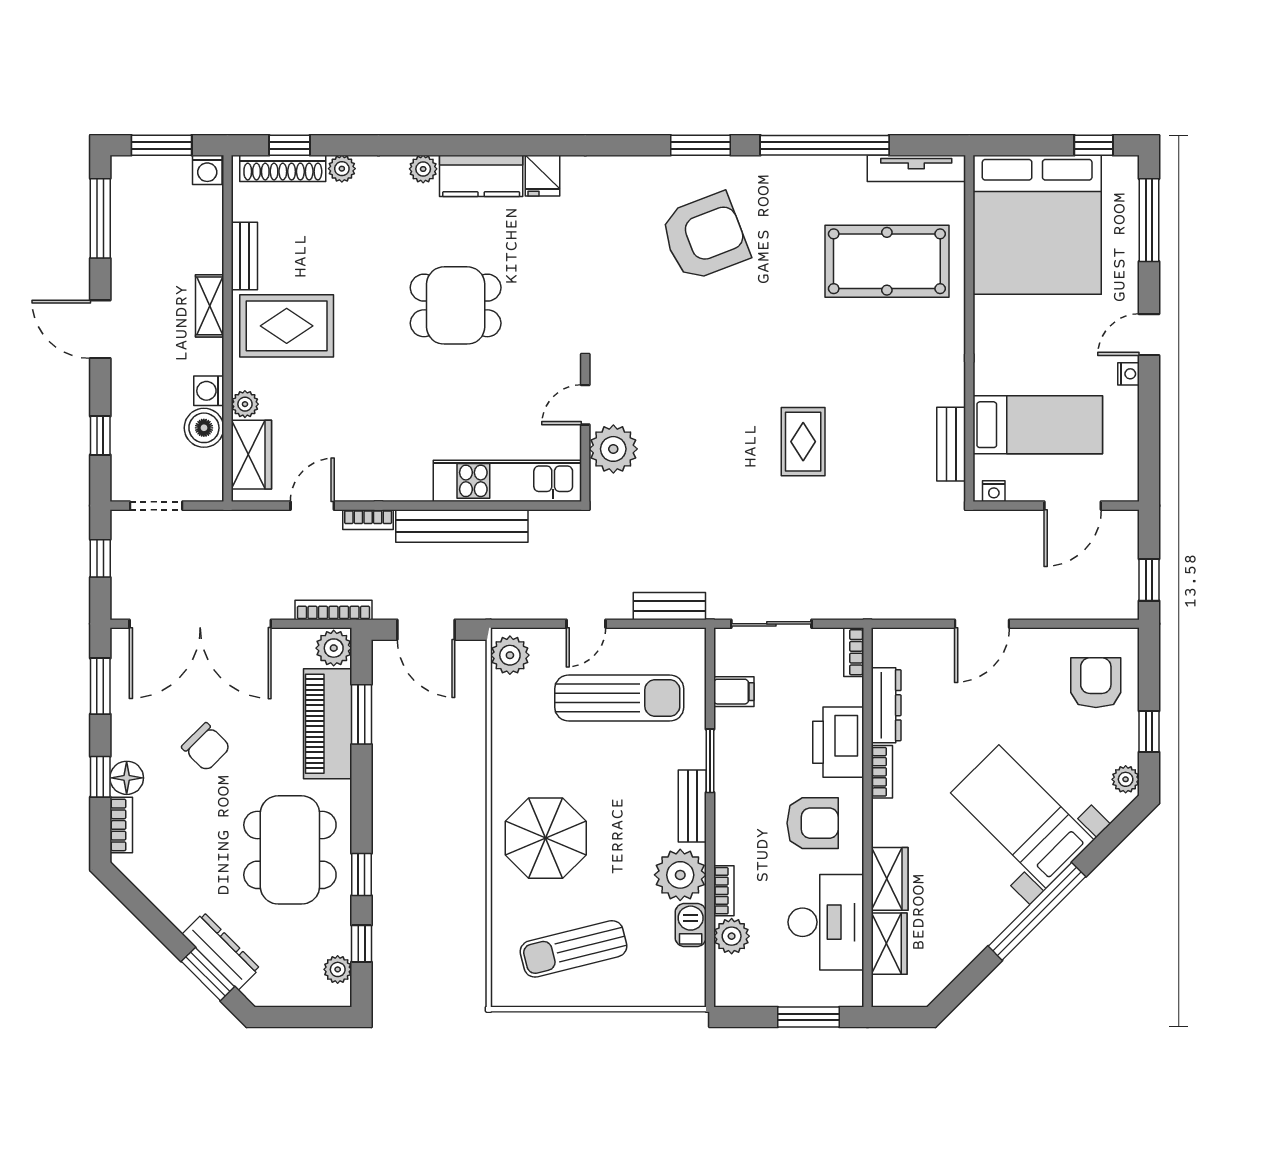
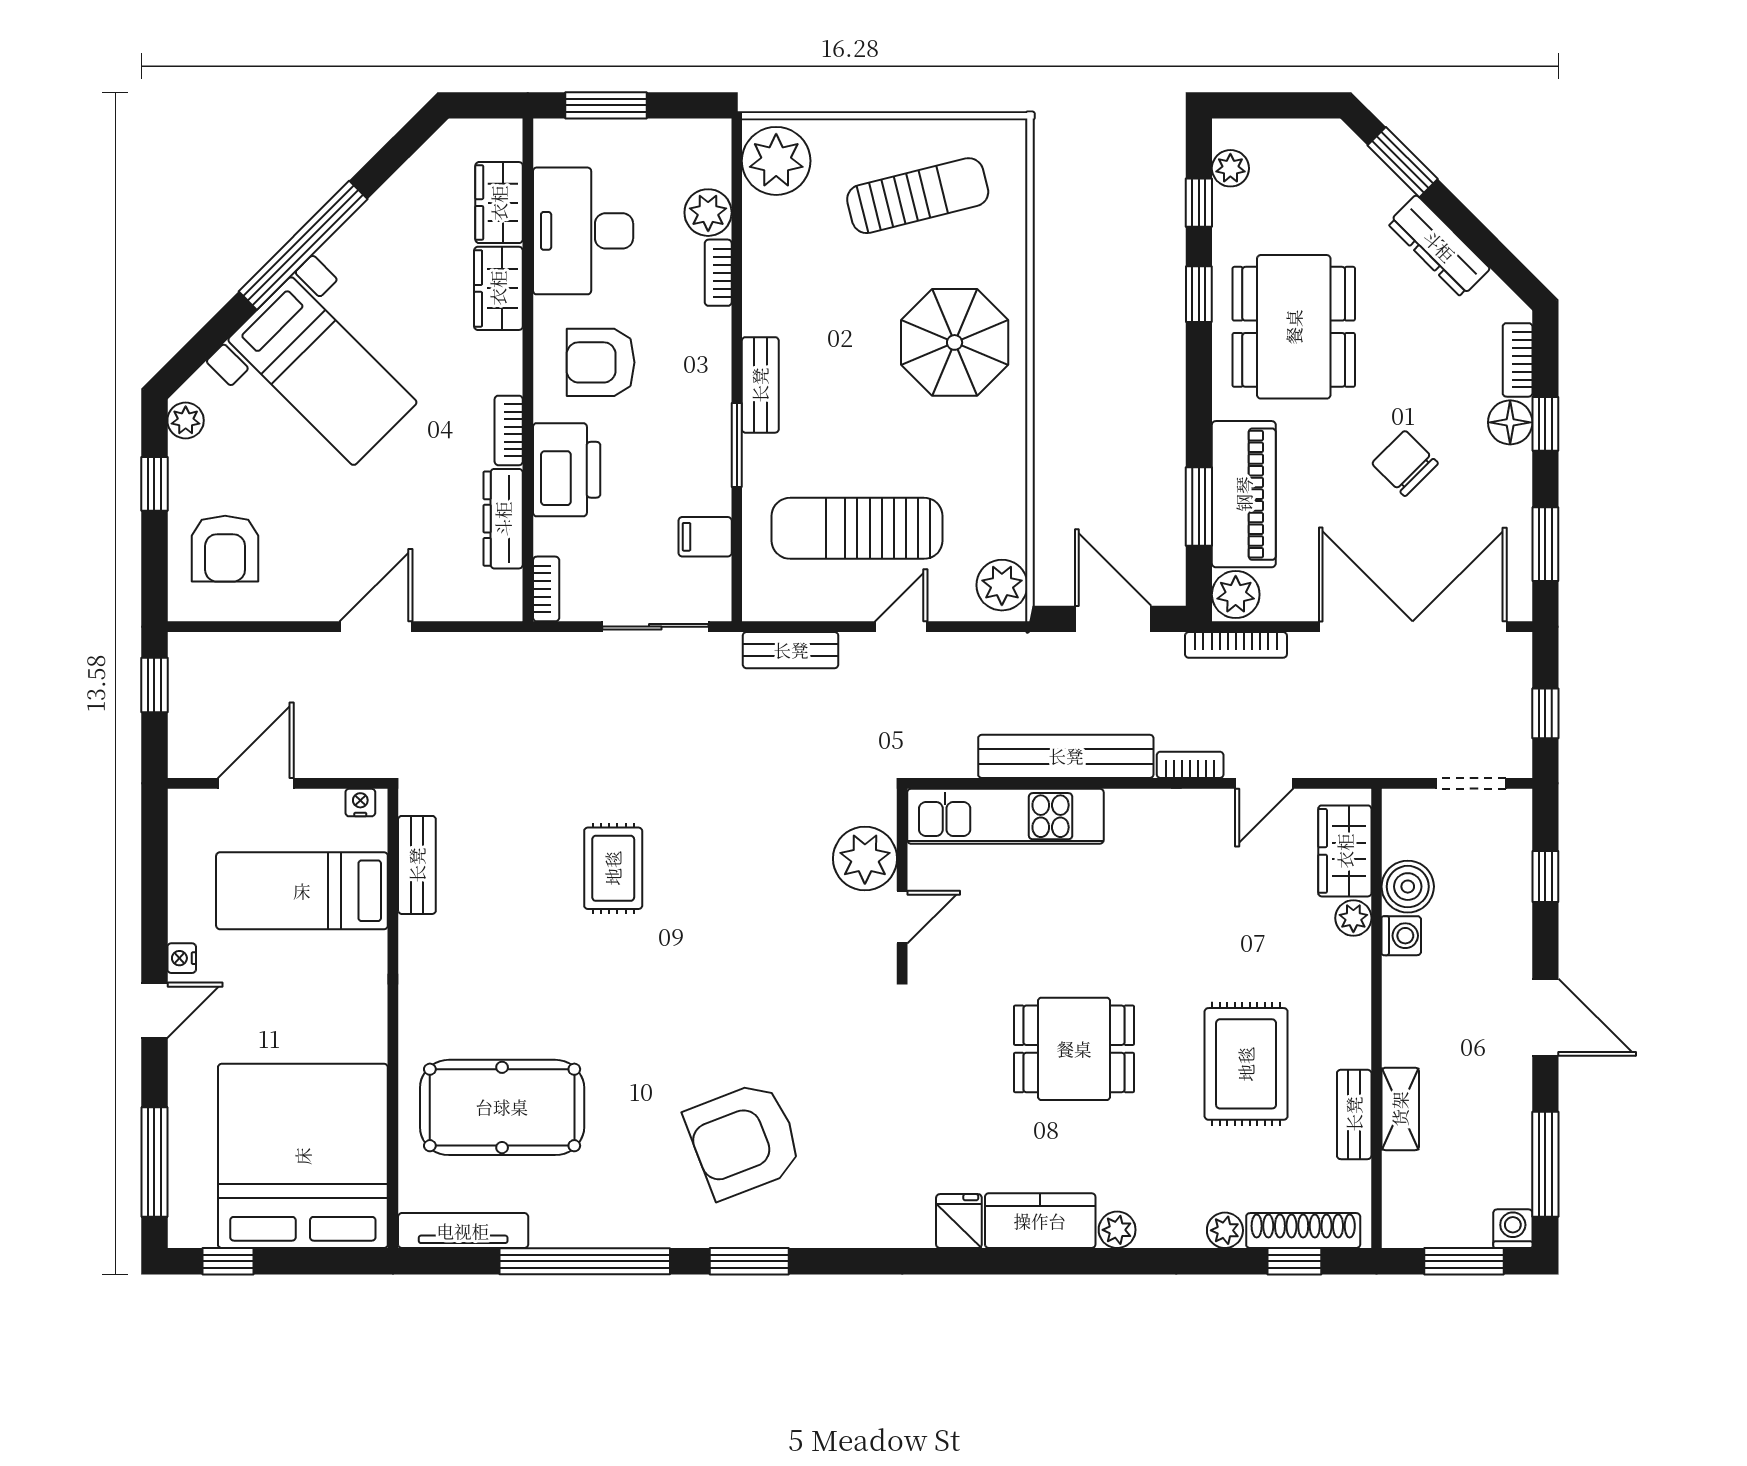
washing machine: (207, 170) -> (1513, 1229), moved
shelving: (210, 306) -> (1400, 1109), moved
rug: (287, 326) -> (1246, 1064), moved, turned 90
plant: (680, 875) -> (776, 161), moved
barbecue: (691, 925) -> (762, 227), removed
dresser: (221, 951) -> (1439, 246), moved

